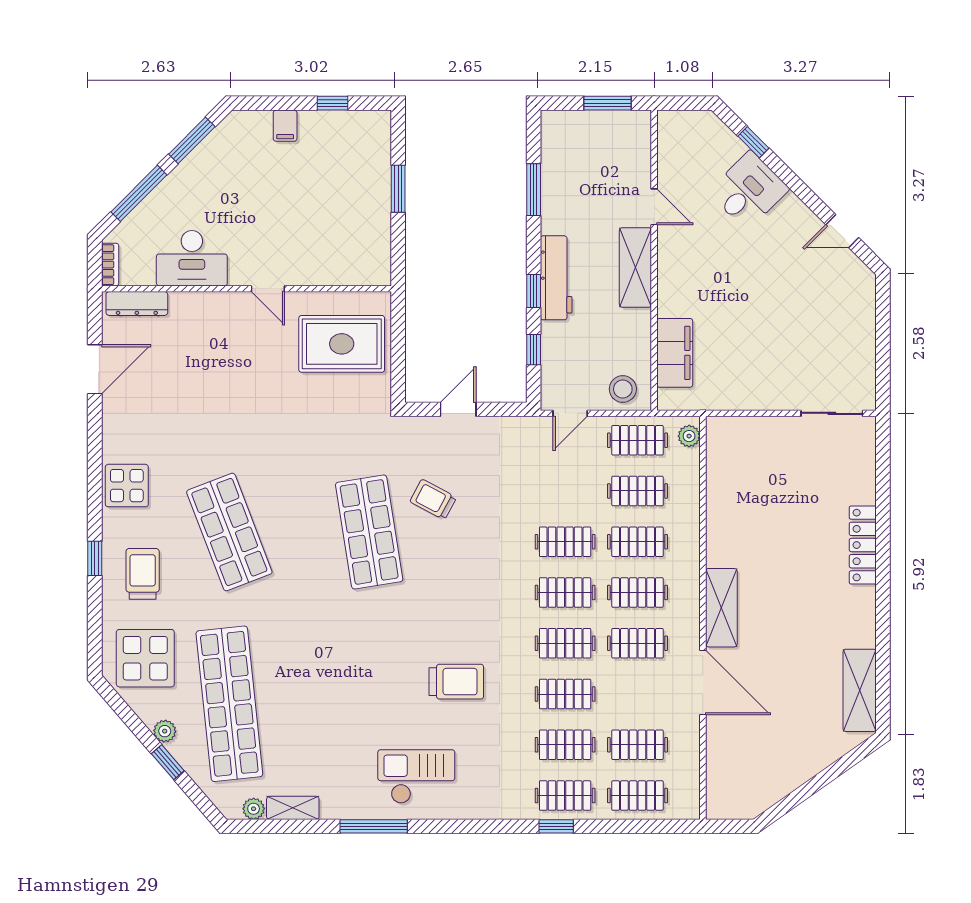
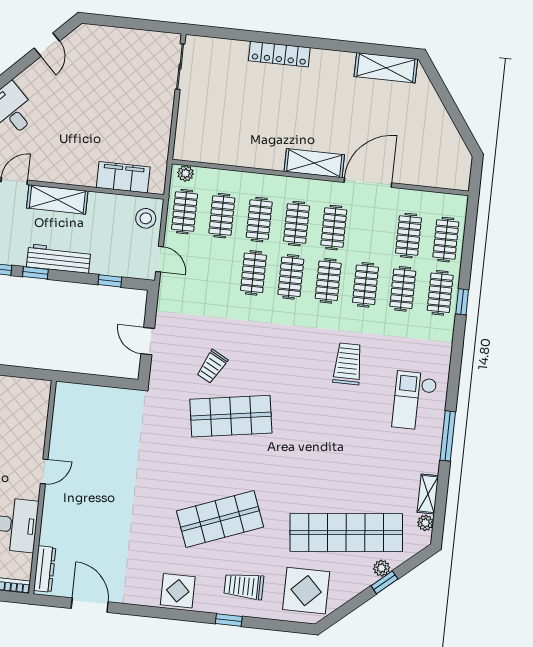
window: (534, 291) -> (35, 273), moved
rug: (342, 344) -> (90, 422), removed
plant: (165, 731) -> (382, 568), moved

